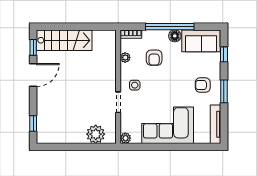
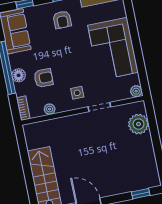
floor lamp: (175, 36) -> (19, 75), moved

